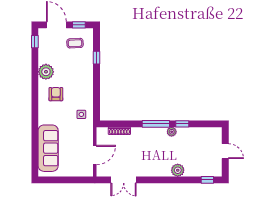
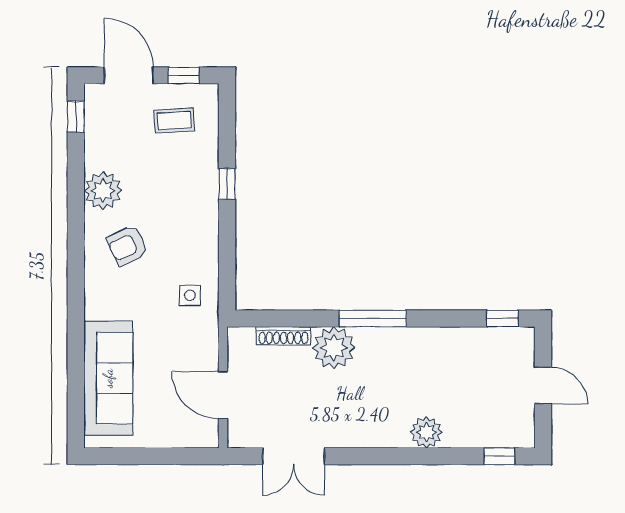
window: (96, 58) -> (227, 184), moved
armchair: (56, 94) -> (127, 246), turned -115
window: (182, 124) -> (502, 318), moved
plant: (172, 132) -> (334, 348), moved, width x1.87, depth x1.87
door: (95, 155) -> (223, 395), swing flipped

